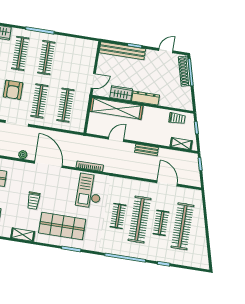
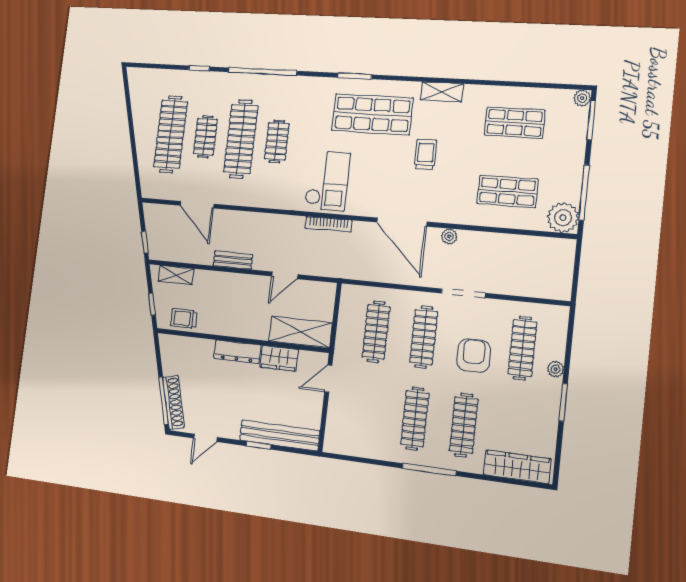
shelving: (116, 108) -> (300, 332), width x0.68

